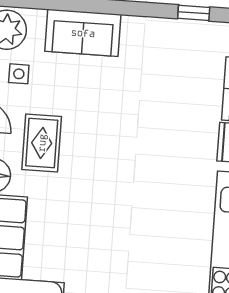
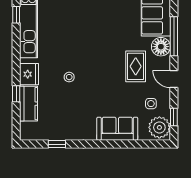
stool: (163, 132) -> (69, 77), added

